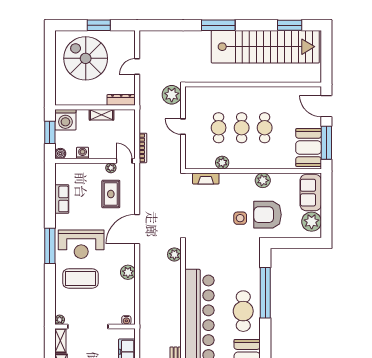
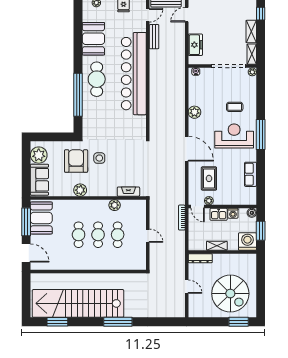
window: (99, 25) -> (239, 322), moved
door: (137, 67) -> (187, 287), hinge flipped
plant: (172, 95) -> (157, 263), removed
kitchen sink: (99, 152) -> (219, 214), added
armchair: (268, 215) -> (76, 161), turned -90
door: (137, 229) -> (187, 149), hinge flipped
plant: (174, 254) -> (155, 127), removed
coffee table: (80, 278) -> (235, 107), width x0.54, depth x0.58

